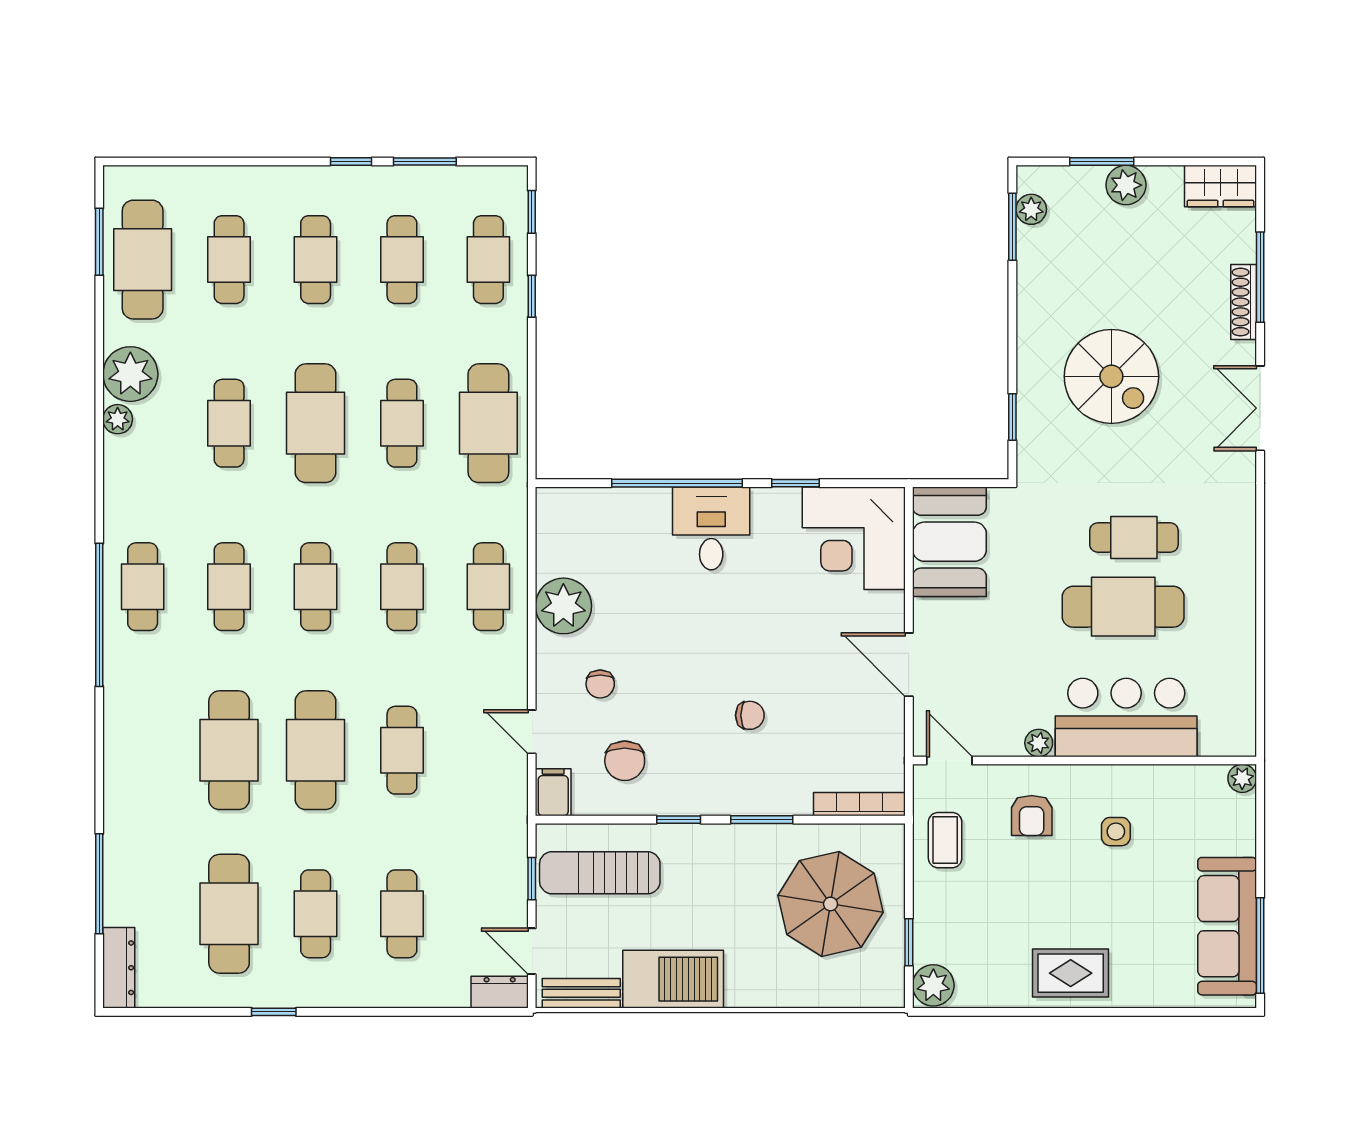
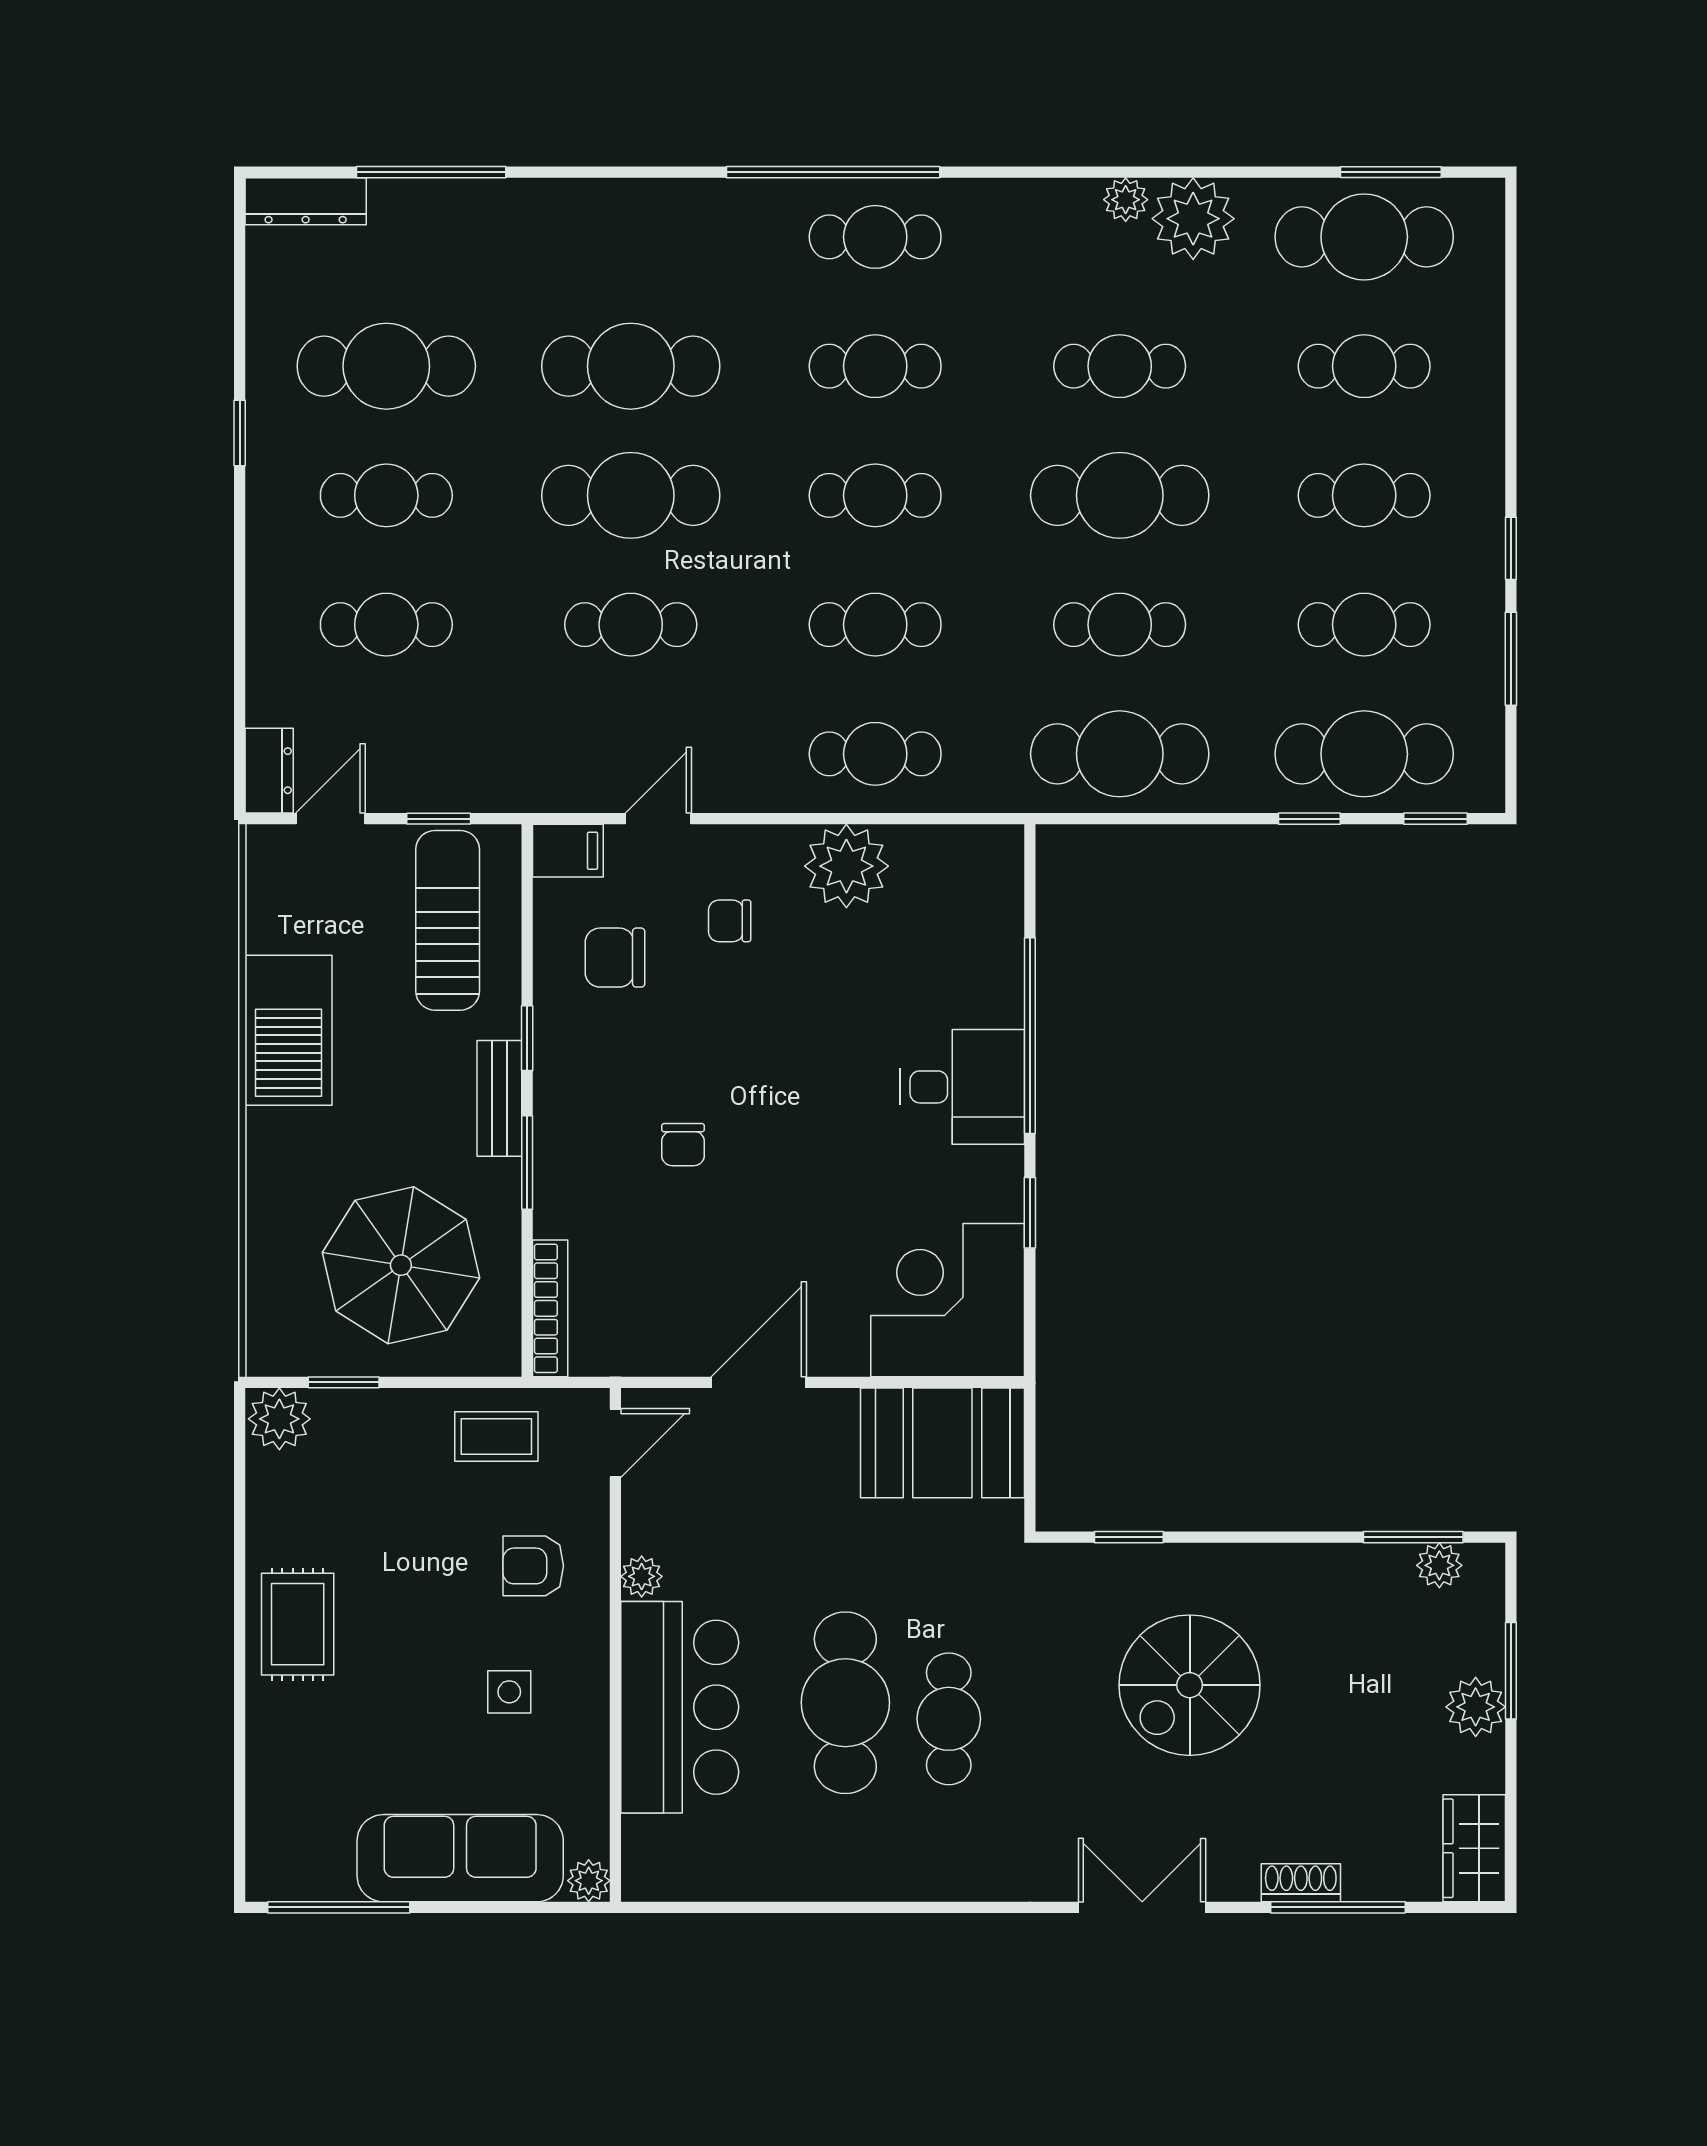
cafe table: (488, 260) -> (1364, 754), width x1.37, depth x1.35
shoe rack: (1244, 302) -> (1301, 1883), width x0.70
sofa: (1227, 926) -> (460, 1858), moved
bench: (581, 993) -> (499, 1098), moved

